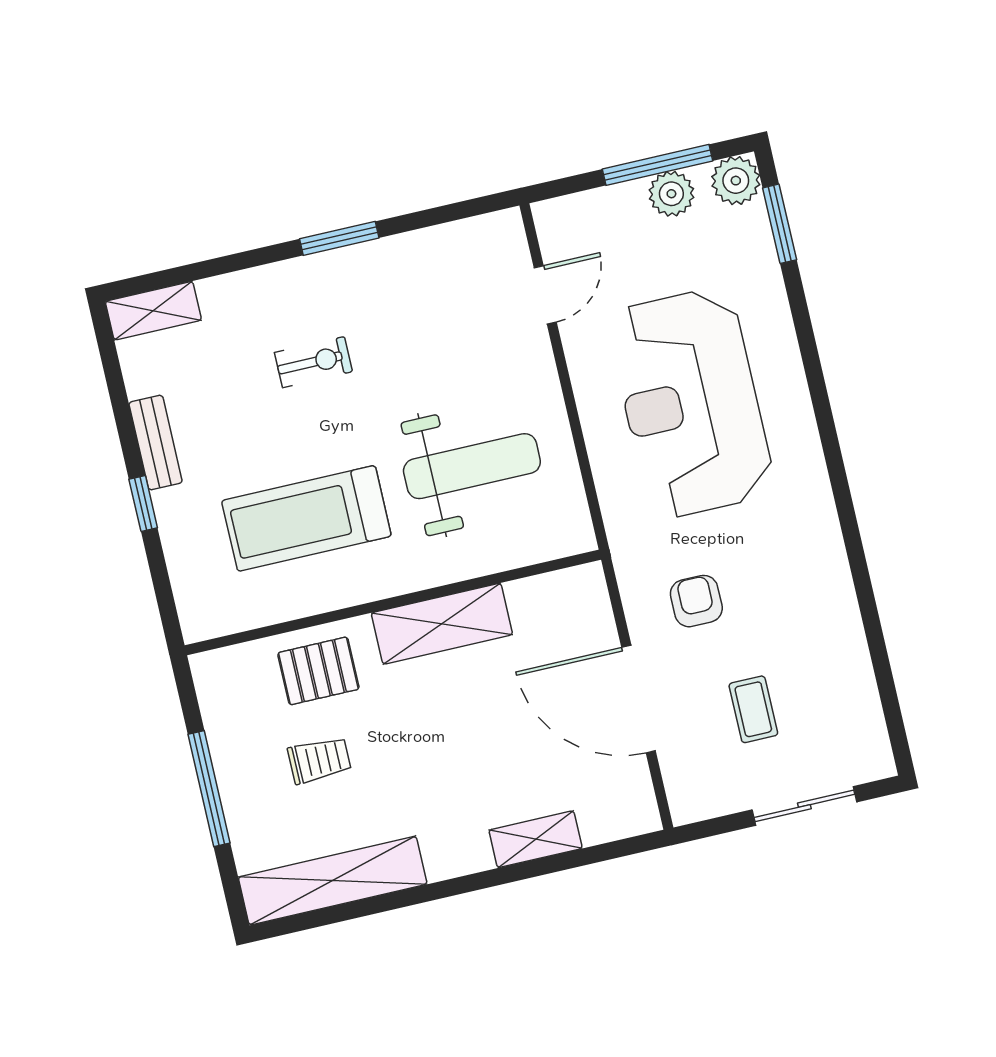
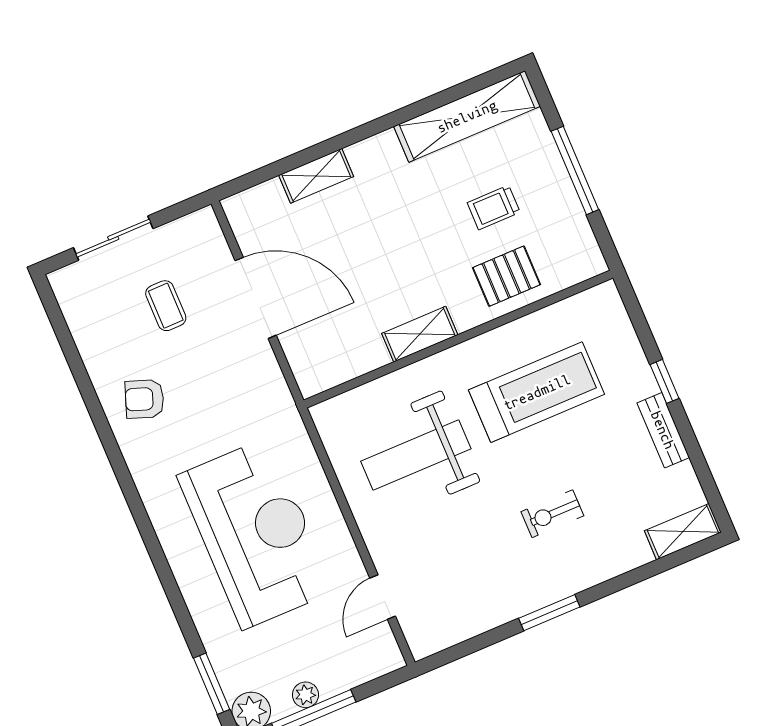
plant: (671, 194) -> (305, 695), width x0.73, depth x0.73
armchair: (696, 601) -> (144, 399), moved, turned 110
shelving: (442, 624) -> (420, 334), width x0.67, depth x0.75

